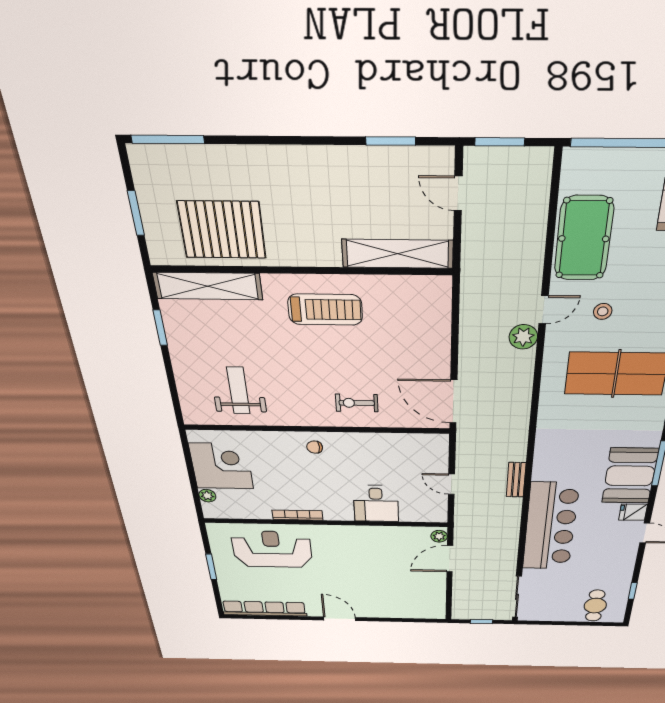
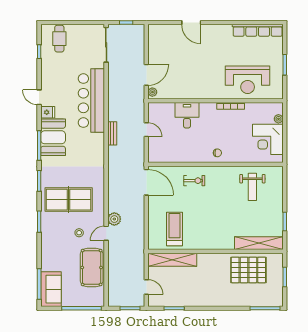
treadmill: (325, 310) -> (175, 229), moved, turned 90
door: (340, 619) -> (191, 23), moved

